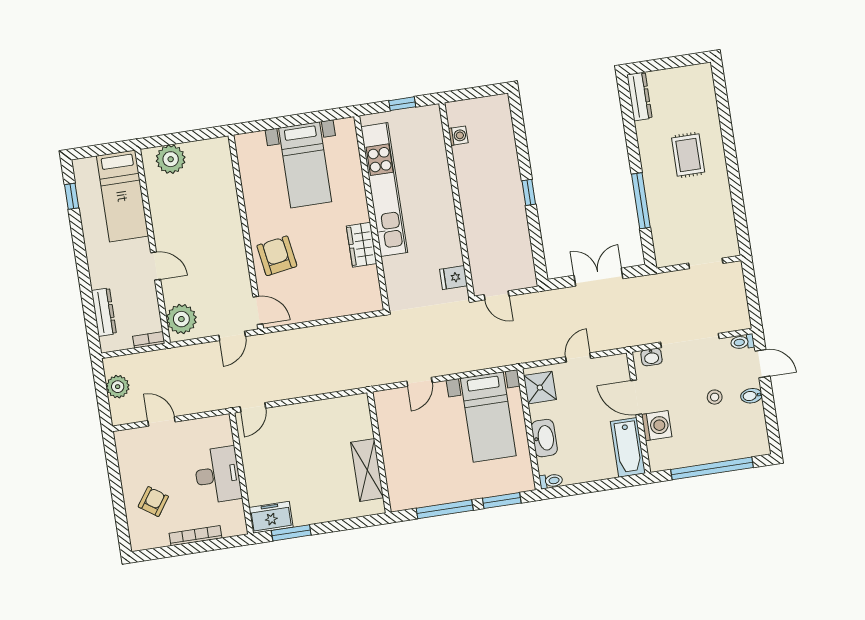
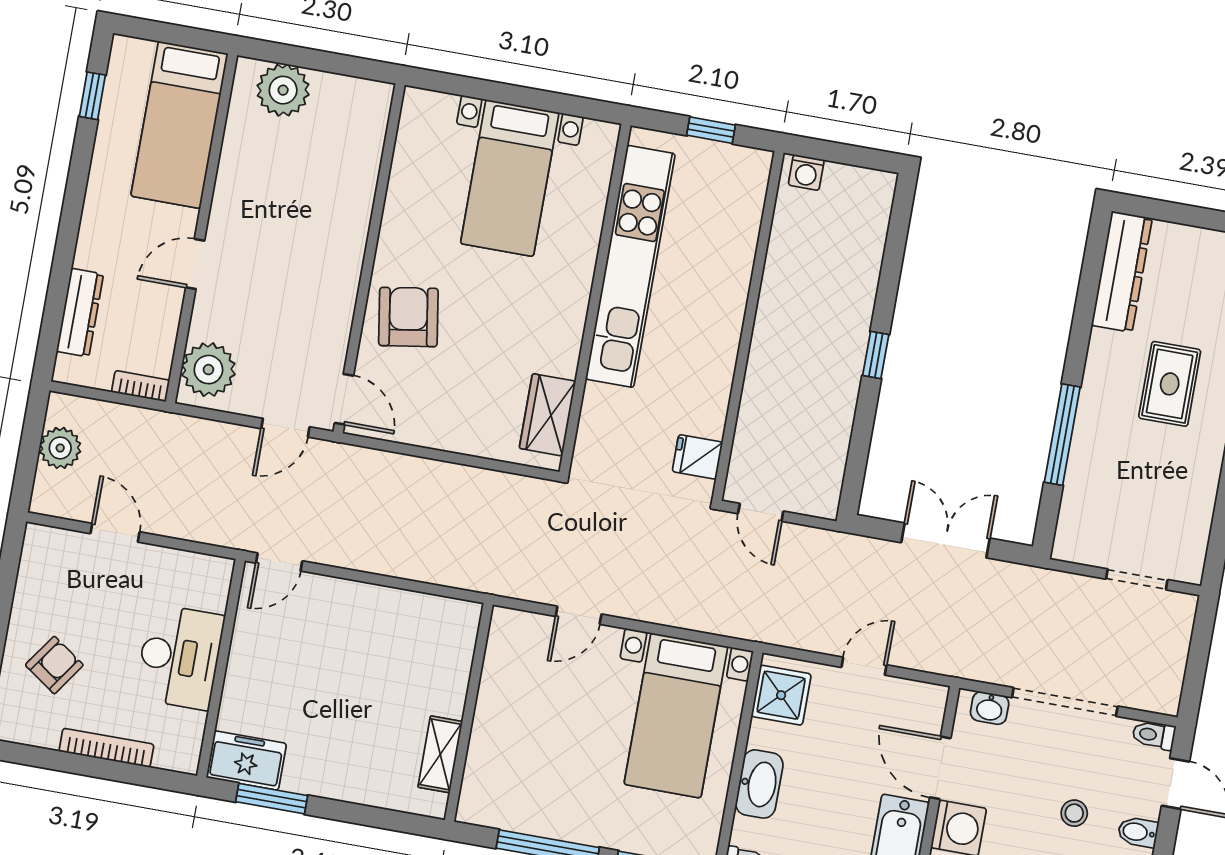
dresser: (639, 96) -> (1122, 272), width x1.37, depth x1.24
washing machine: (458, 136) -> (806, 172), moved, turned 90
wardrobe: (362, 245) -> (548, 415), moved
door: (156, 266) -> (195, 264), swing flipped
shelving: (367, 470) -> (440, 754), width x0.67, depth x0.75

